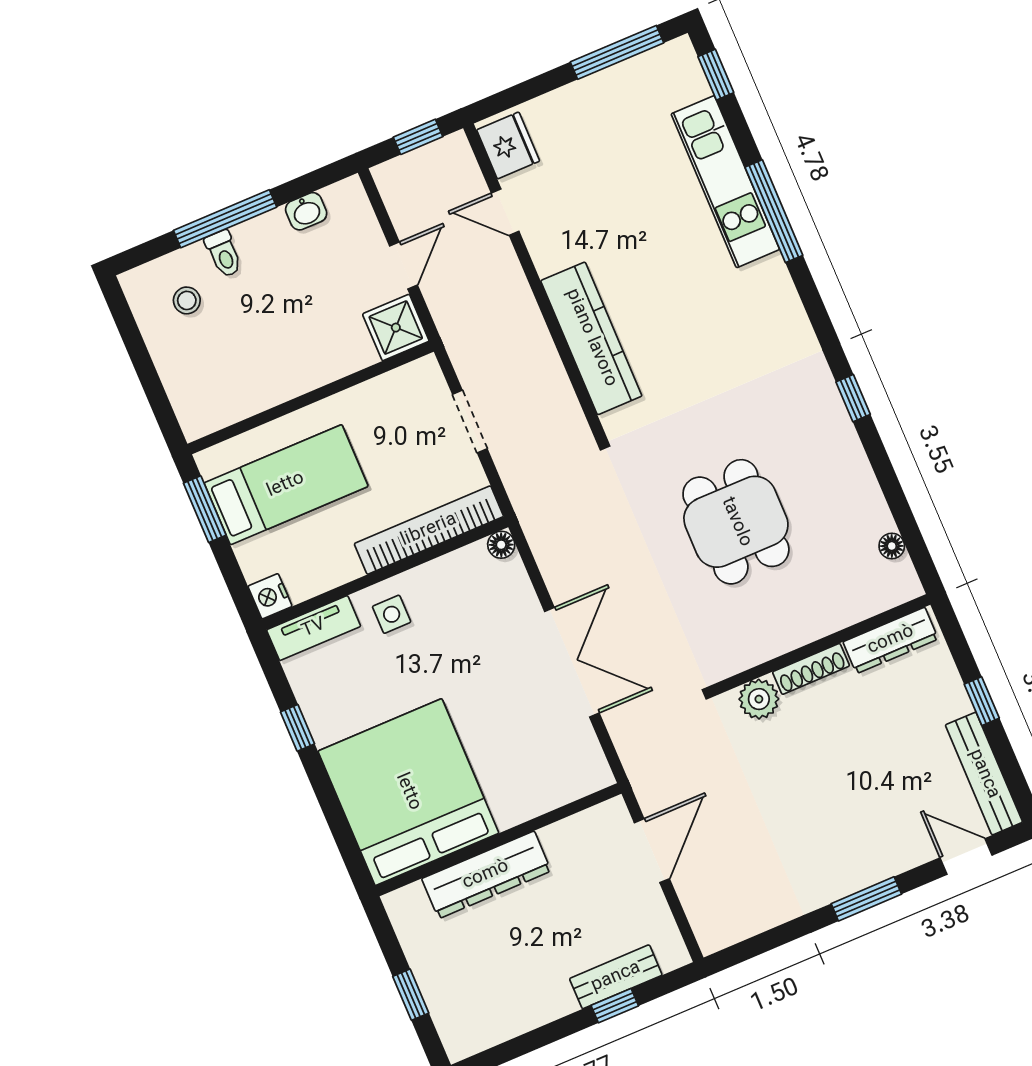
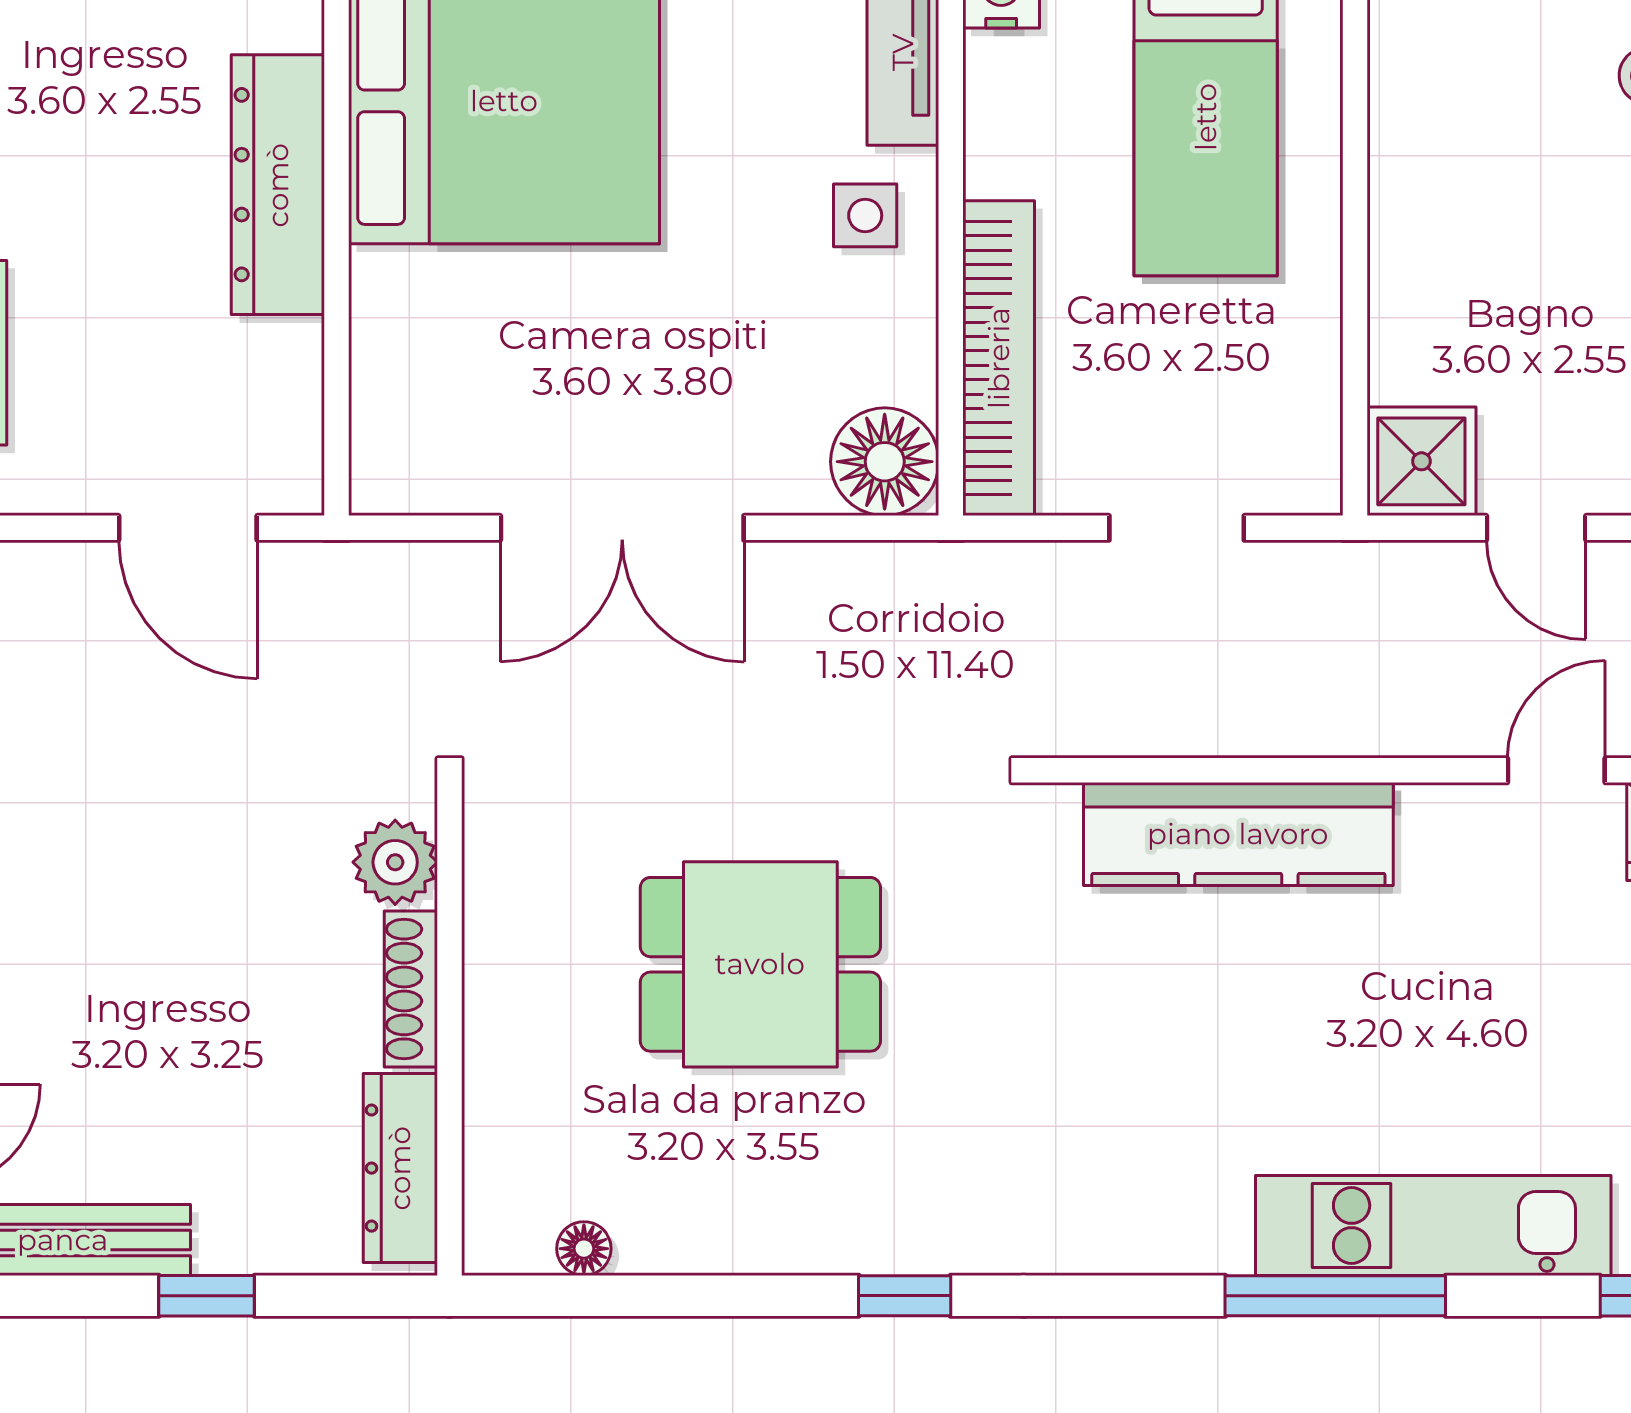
floor lamp: (501, 545) -> (885, 462), width x1.89, depth x1.89

